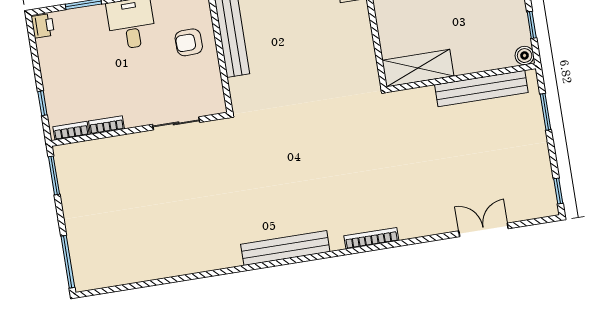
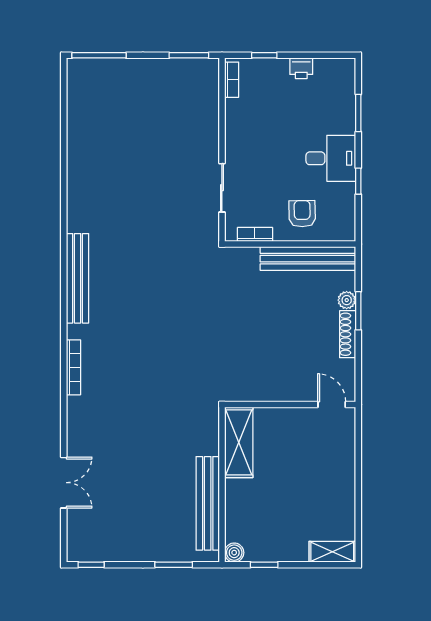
printer: (43, 26) -> (301, 68), moved
bookcase: (106, 125) -> (255, 234), moved, turned -90

